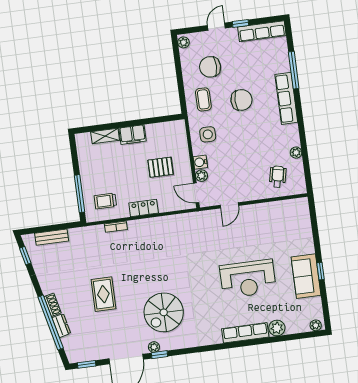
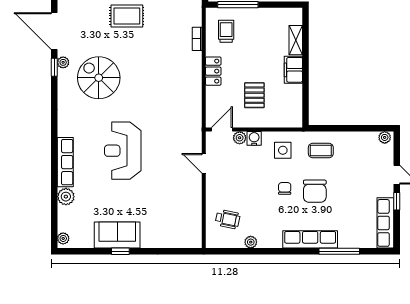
chair: (210, 67) -> (285, 188), moved, width x0.54, depth x0.54
reception desk: (248, 279) -> (123, 151), moved

